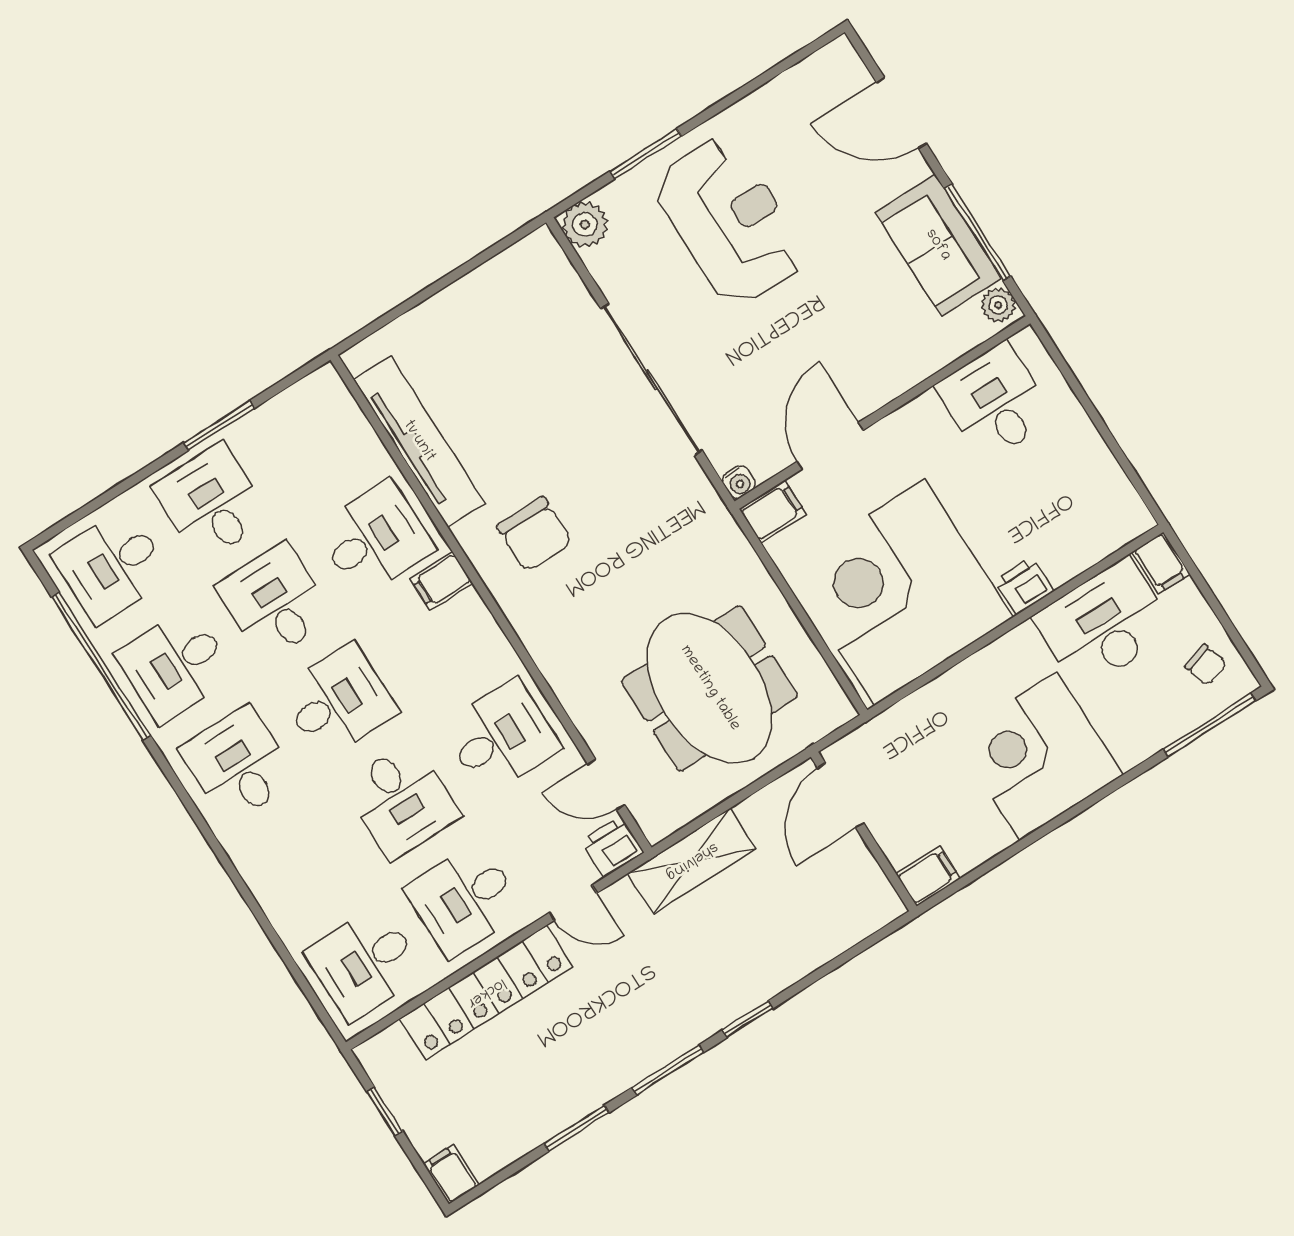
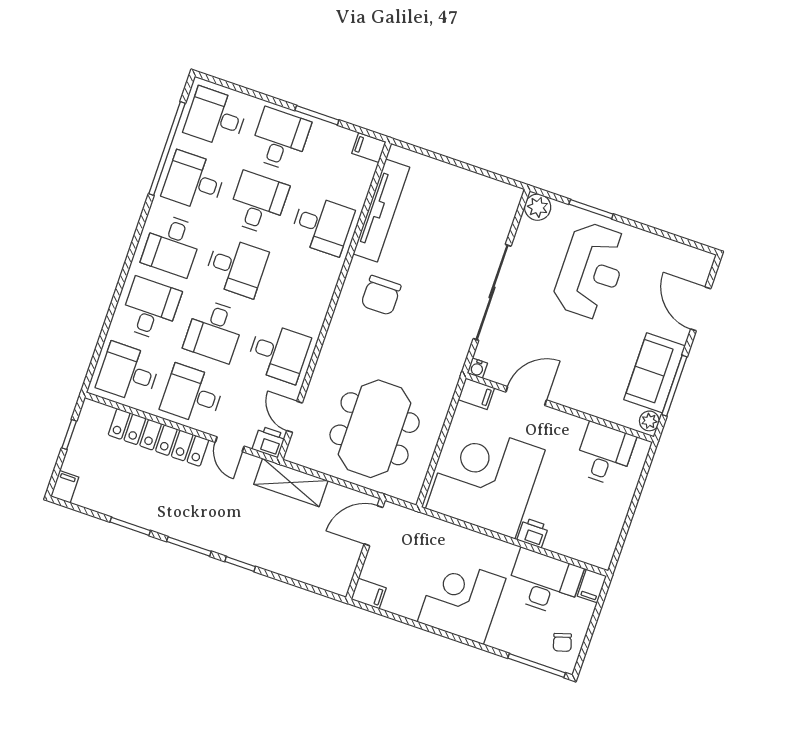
filing cabinet: (441, 581) -> (369, 148), moved
desk: (238, 765) -> (172, 245), turned 180
desk: (302, 864) -> (150, 309), added

